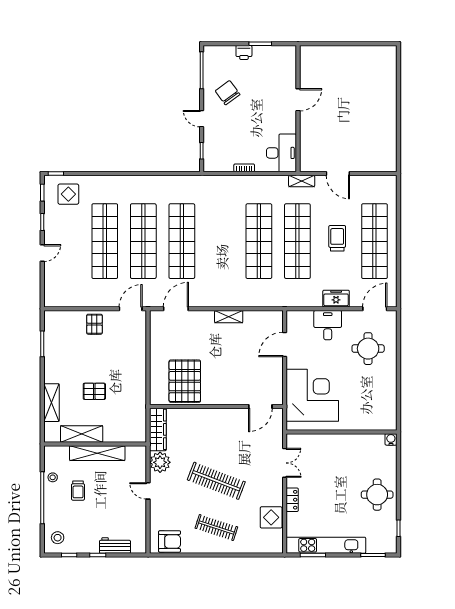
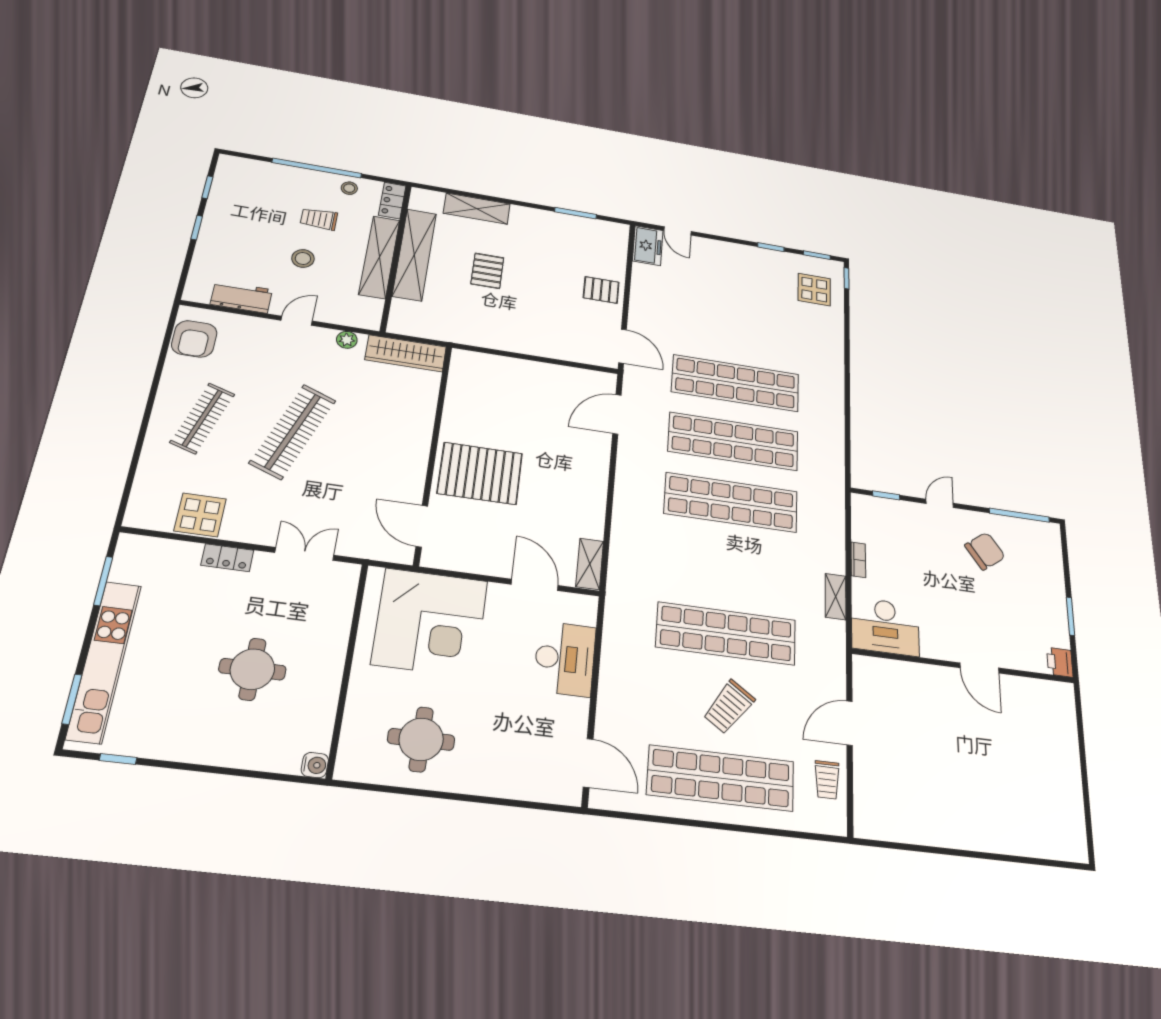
printer: (244, 52) -> (1060, 662), moved
shelving: (302, 181) -> (836, 597), moved
trolley: (369, 186) -> (827, 780), added
trolley: (337, 238) -> (729, 707), turned 125
shop shelf: (105, 241) -> (738, 327), removed
shop shelf: (259, 241) -> (731, 502), moved
door: (42, 253) -> (677, 231), moved
freezer: (336, 299) -> (648, 246), moved
door: (176, 309) -> (617, 414), swing flipped
shelving: (229, 317) -> (590, 564), moved
desk: (328, 325) -> (565, 659), width x1.37
round table: (368, 349) -> (421, 739), moved
pallet: (185, 381) -> (480, 473), moved
shelving: (82, 434) -> (414, 255), width x1.47
locker: (56, 452) -> (392, 201), added
plant: (160, 462) -> (347, 340), width x0.53, depth x0.53
double door: (285, 463) -> (304, 554), swing flipped
round table: (377, 495) -> (252, 669), moved
stool: (58, 538) -> (303, 258), moved
kitchen unit: (326, 545) -> (104, 661), moved
workbench: (115, 546) -> (241, 297), moved, turned -90

